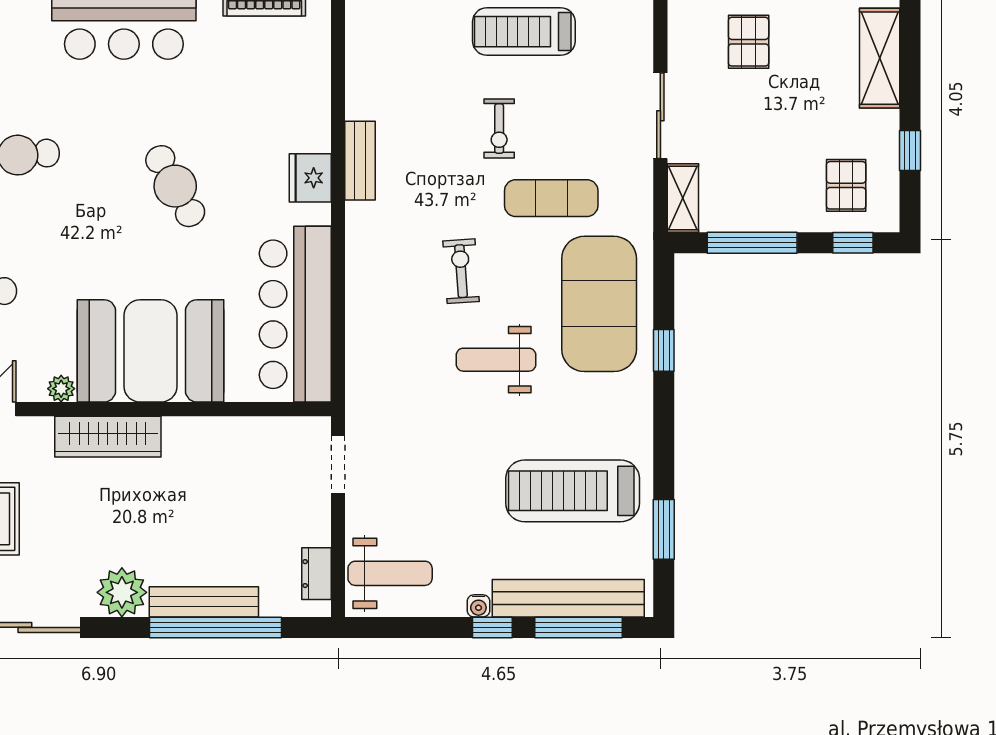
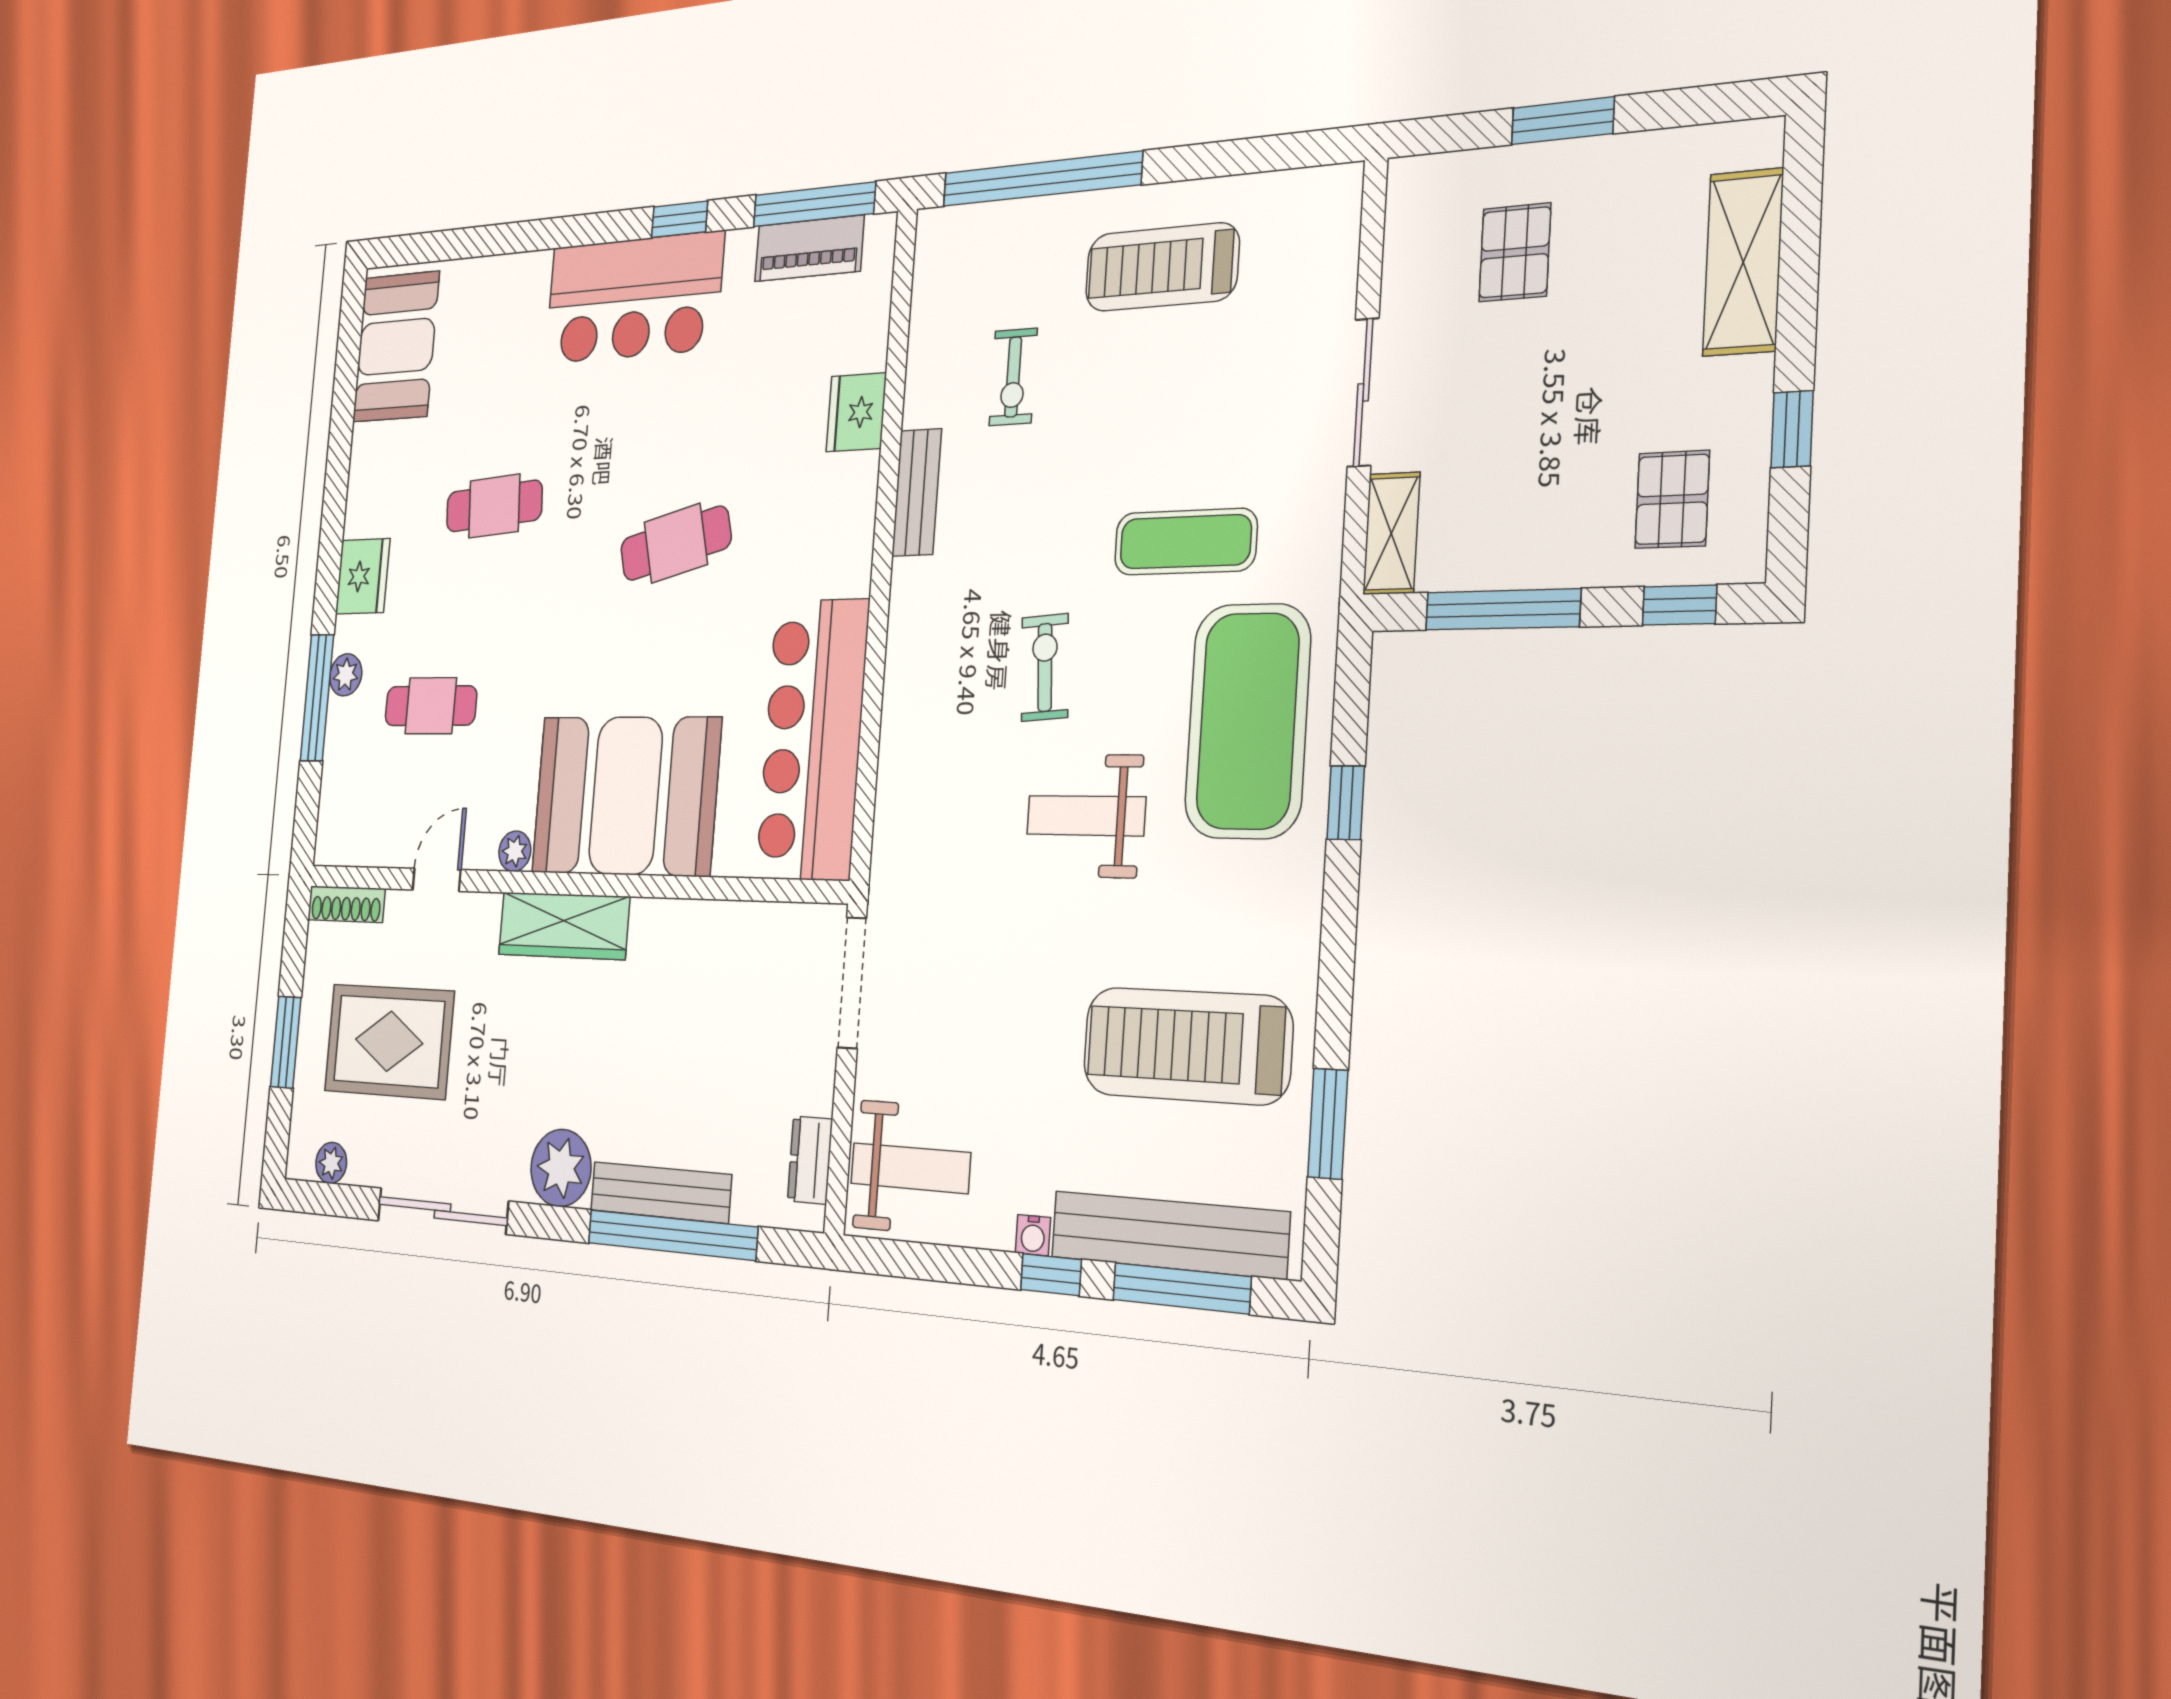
exercise bike: (499, 129) -> (1013, 377), moved
fridge: (310, 178) -> (856, 412), moved
cafe table: (175, 186) -> (676, 543), turned -75
doorway: (338, 464) -> (852, 983), width x1.38

